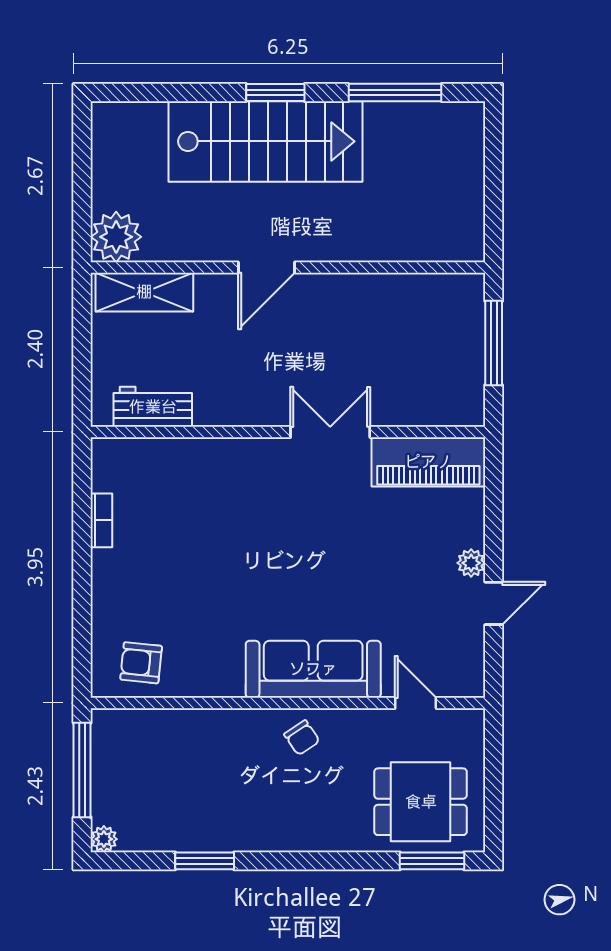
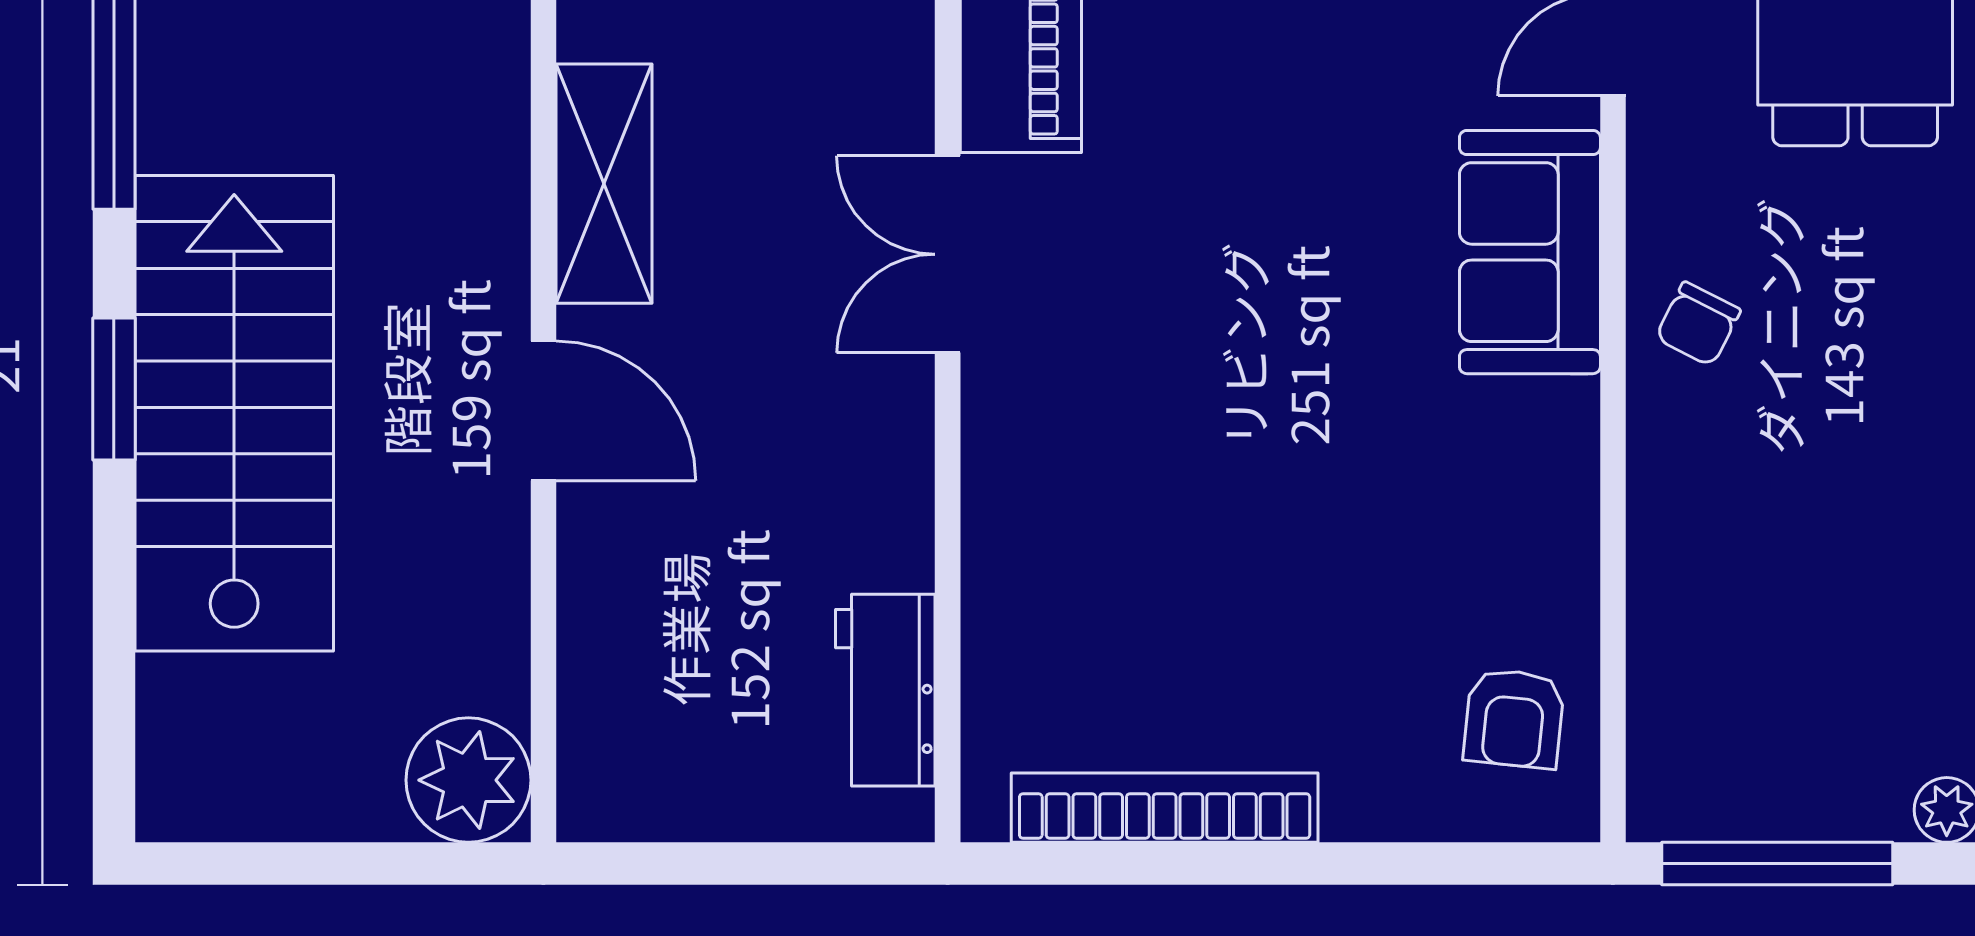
shelving: (144, 292) -> (604, 184), moved
bookcase: (101, 520) -> (1165, 808), width x2.31, depth x1.31
sofa: (313, 669) -> (1530, 252), width x0.73
chair: (302, 738) -> (1698, 324), turned 151

